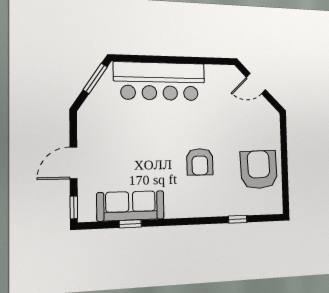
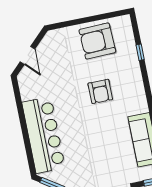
armchair: (200, 162) -> (100, 91), turned 90

